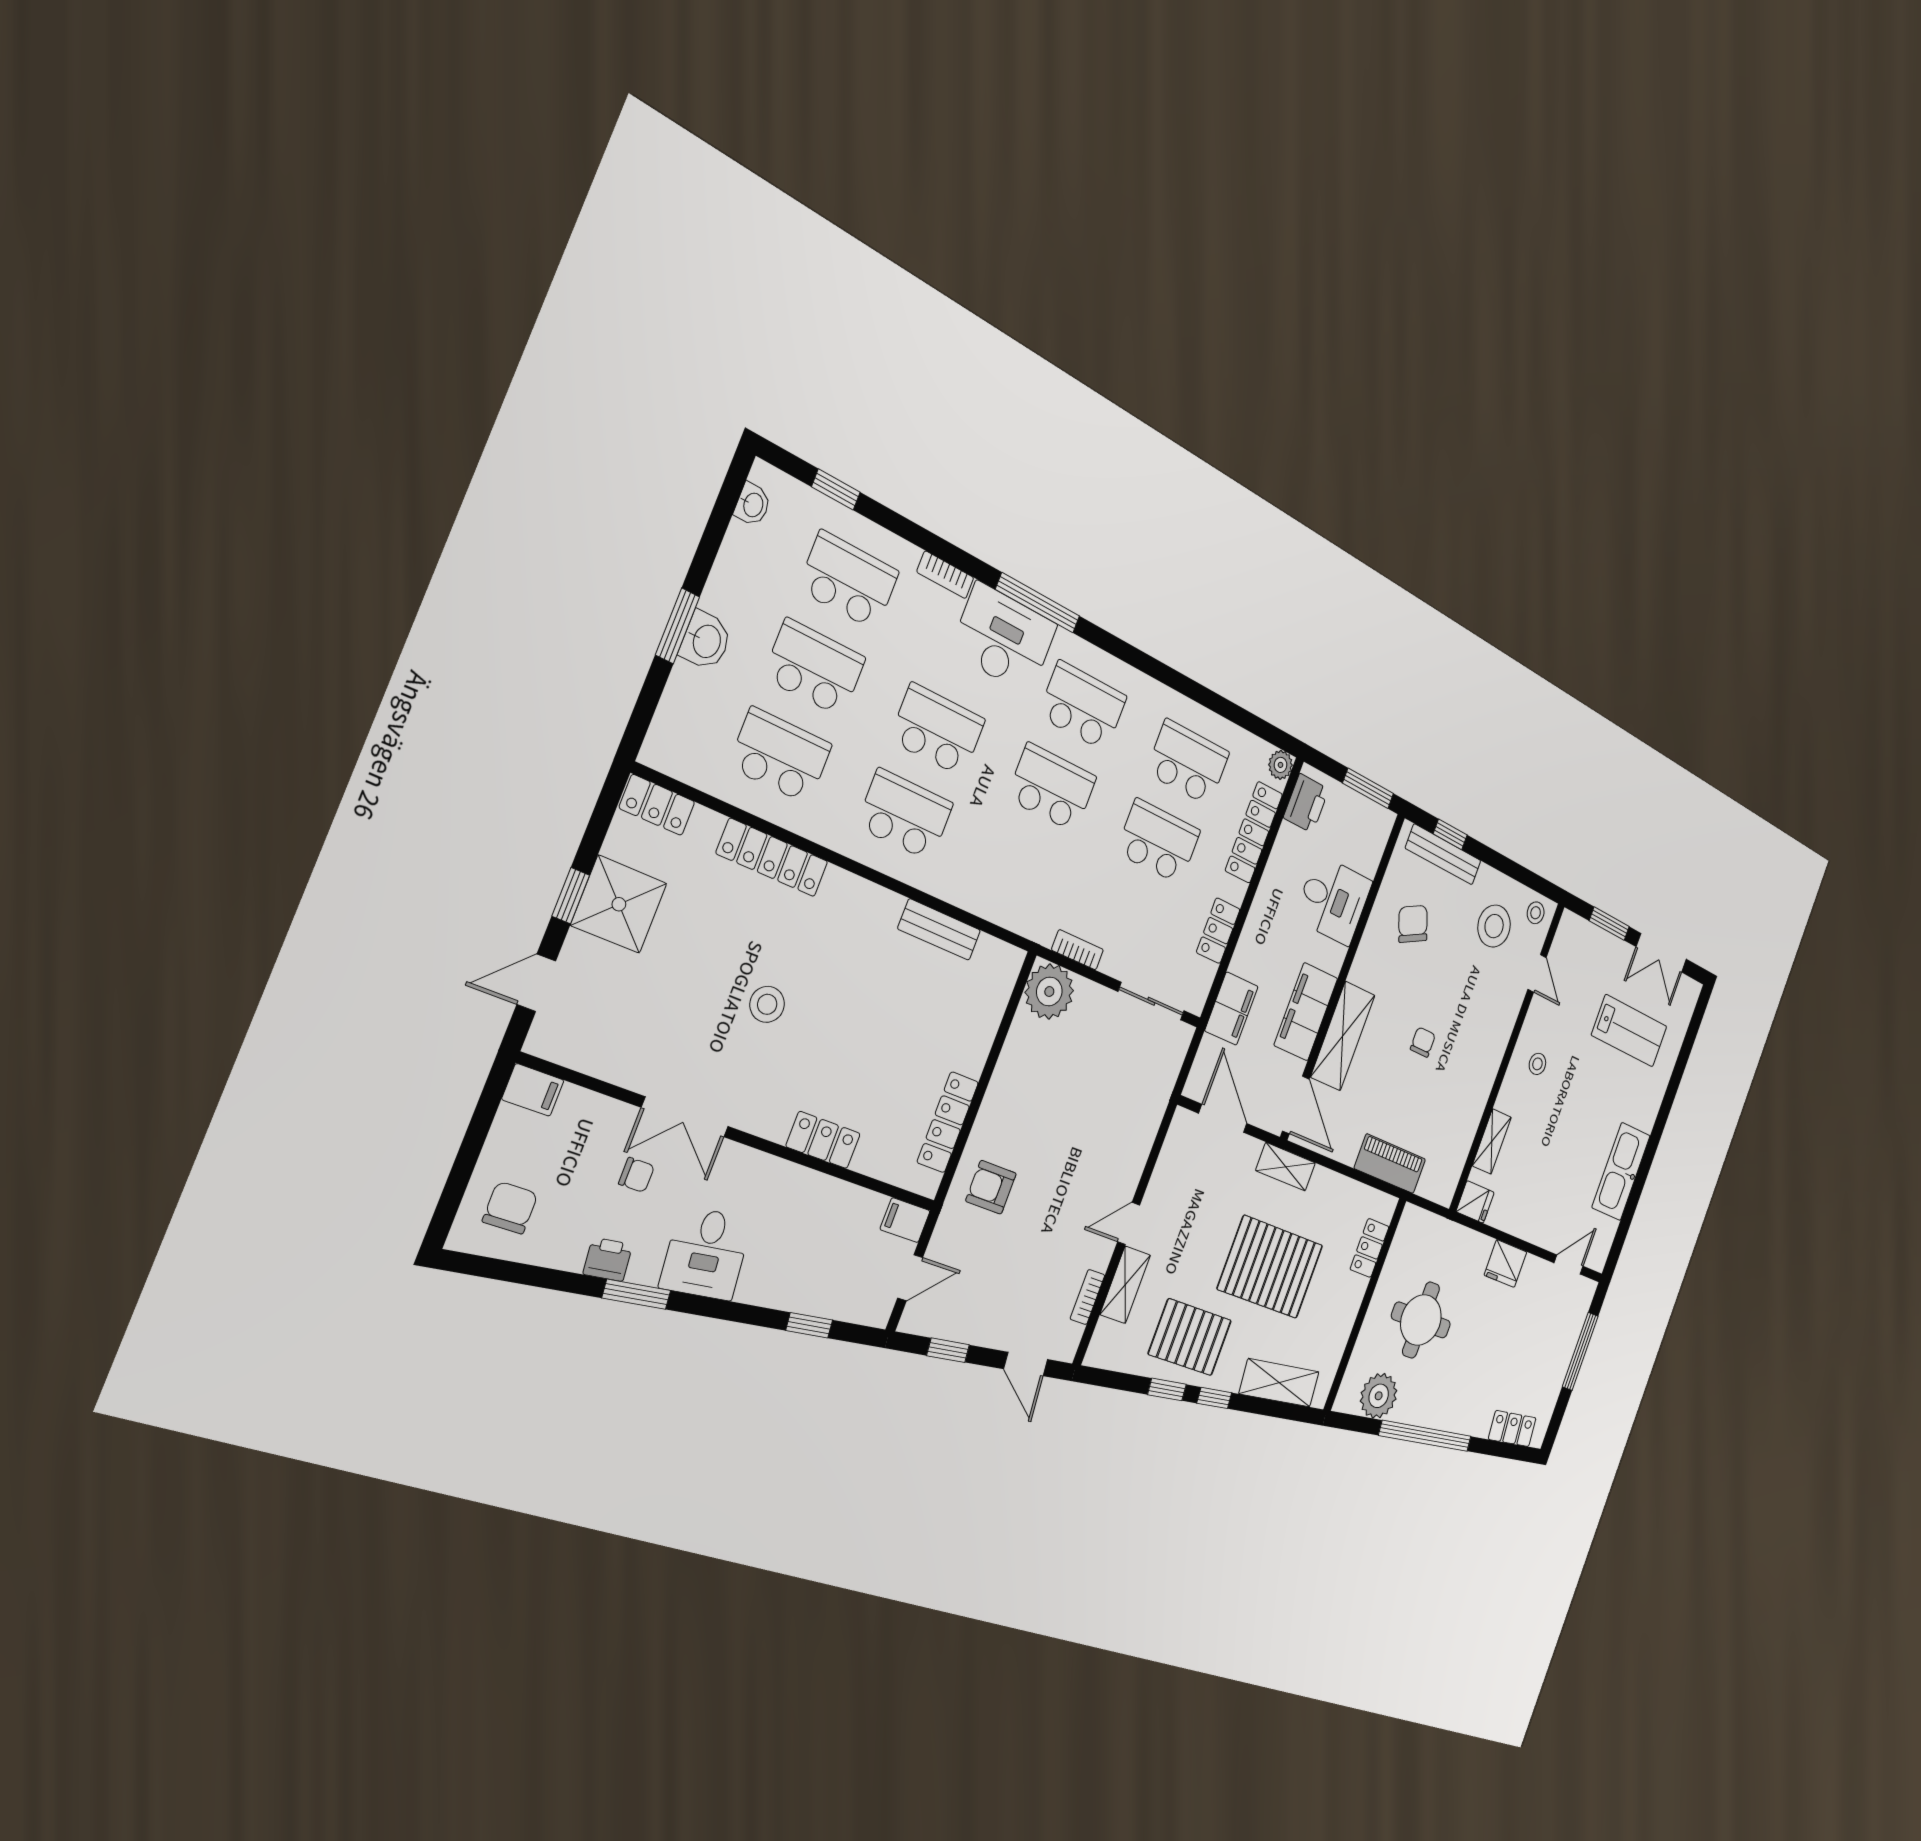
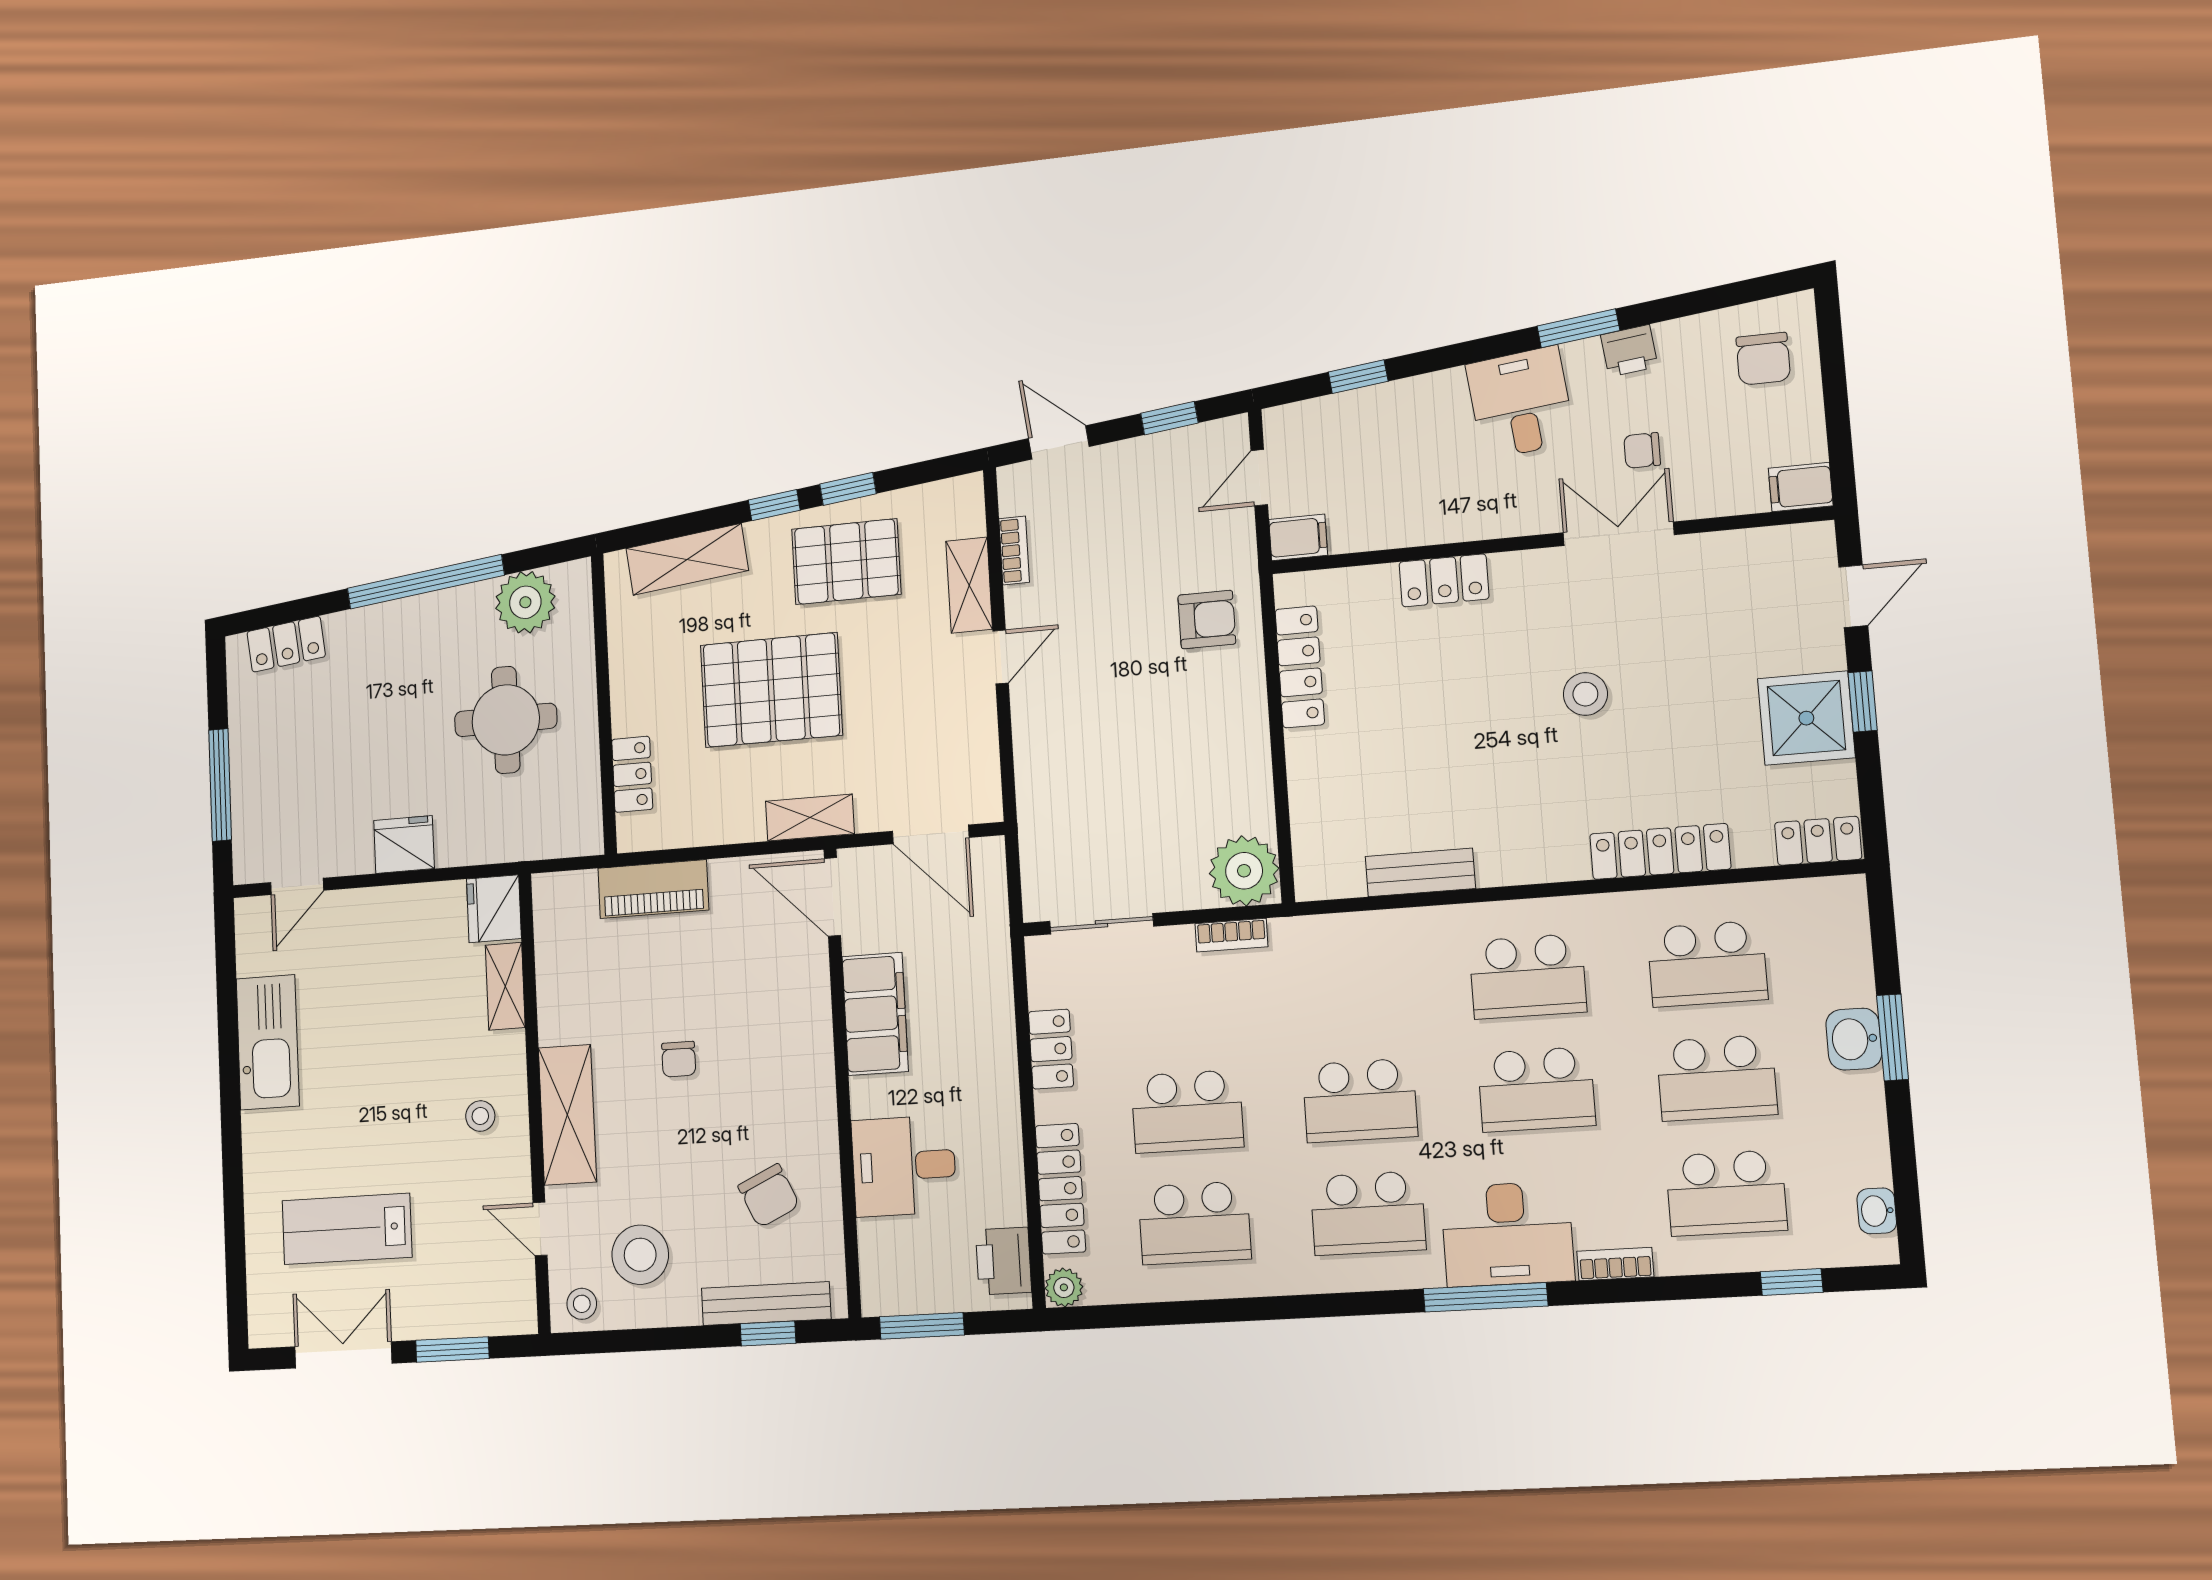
filing cabinet: (1231, 1009) -> (985, 967), removed
shelving: (1343, 1036) -> (567, 1115), moved
fridge: (1475, 1202) -> (494, 909), width x1.38

